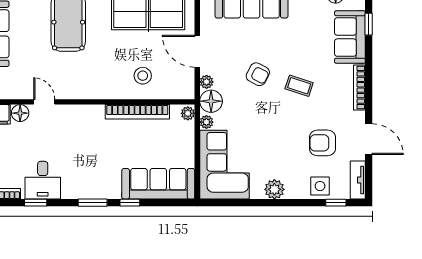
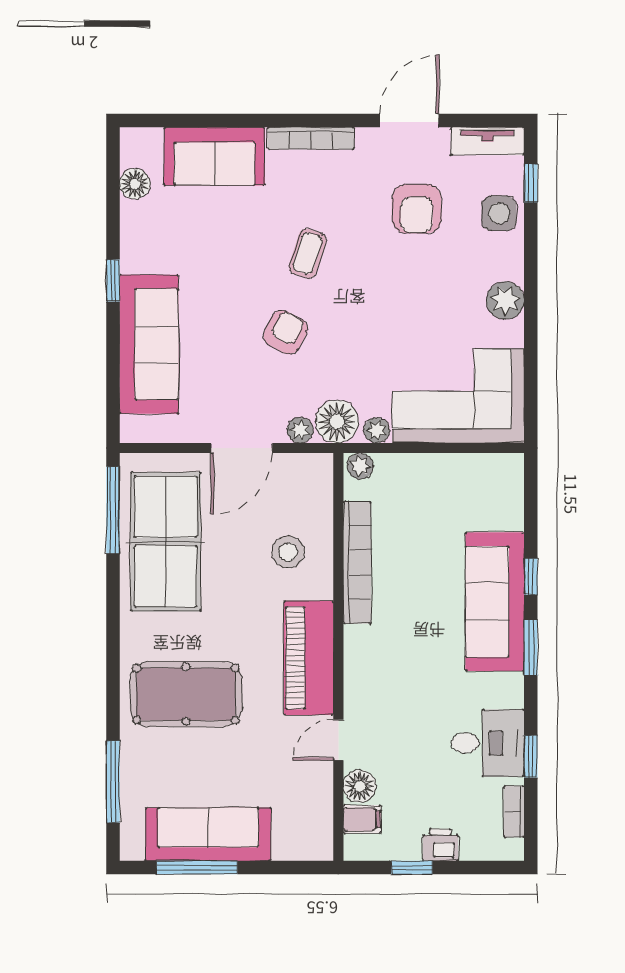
window: (369, 24) -> (190, 121), removed
piano: (87, 86) -> (309, 658), added
sofa: (158, 184) -> (495, 602), moved

